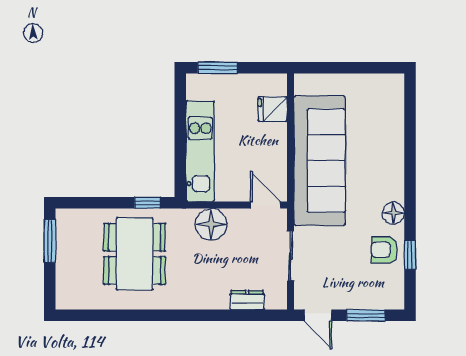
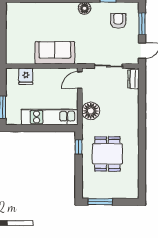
sofa: (320, 161) -> (55, 53), width x0.54, depth x0.79
armchair: (384, 250) -> (118, 21), moved, turned 180
dining table: (135, 254) -> (107, 154), width x0.73
dresser: (247, 300) -> (133, 79), moved

